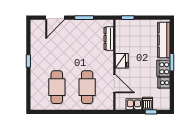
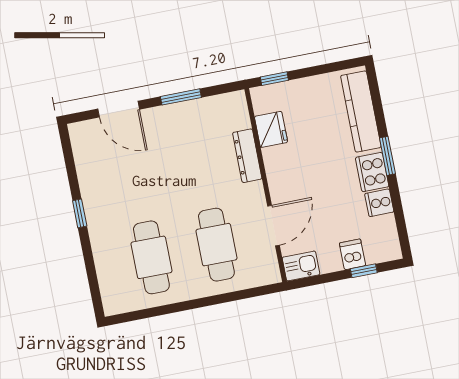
door: (55, 18) -> (119, 109), hinge flipped
dresser: (109, 38) -> (247, 156), moved
fridge: (122, 61) -> (271, 129), moved
door: (114, 84) -> (274, 226), hinge flipped
kitchen sink: (134, 104) -> (301, 266), moved

